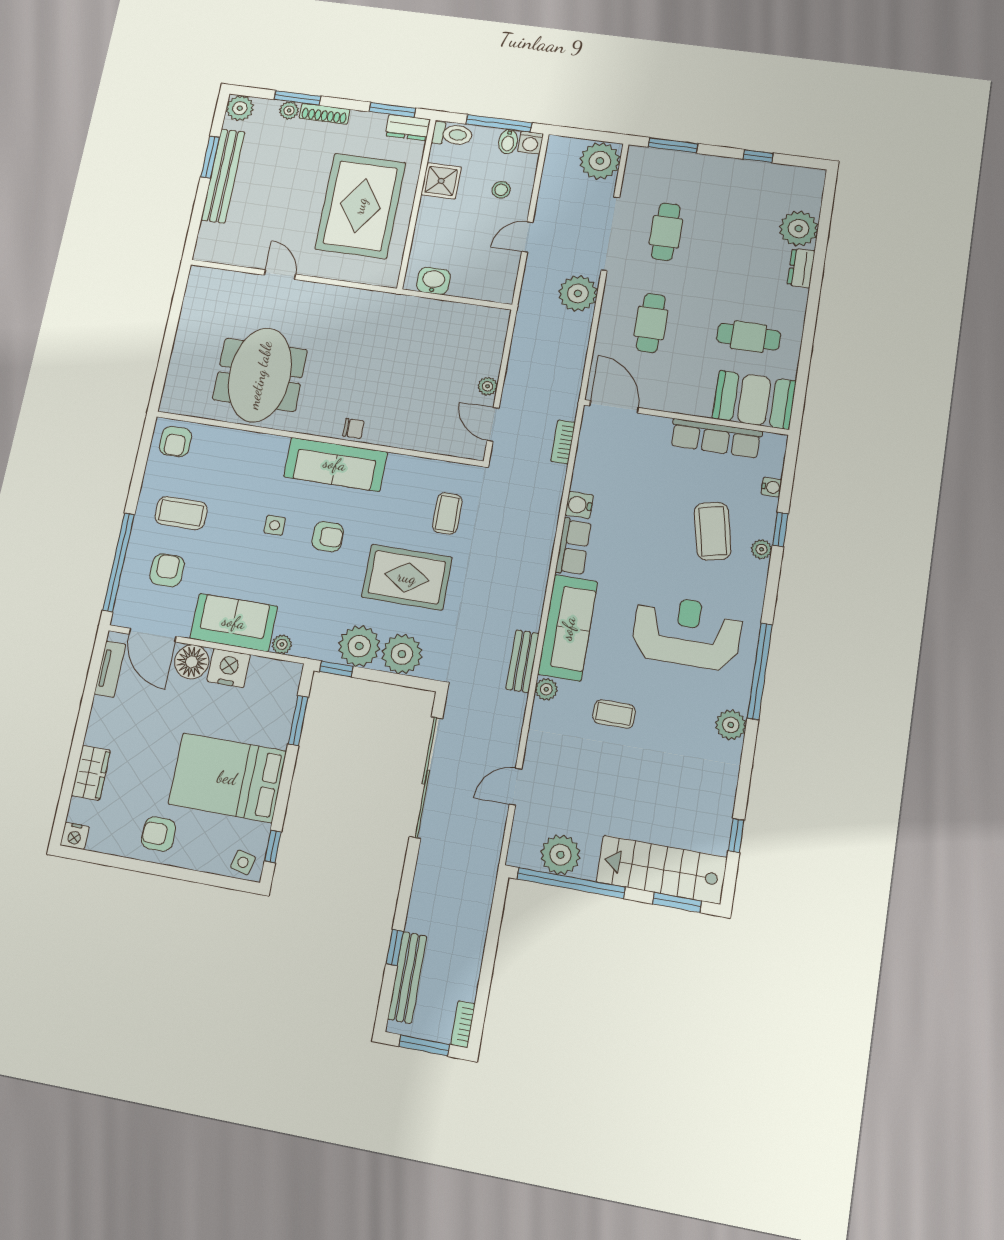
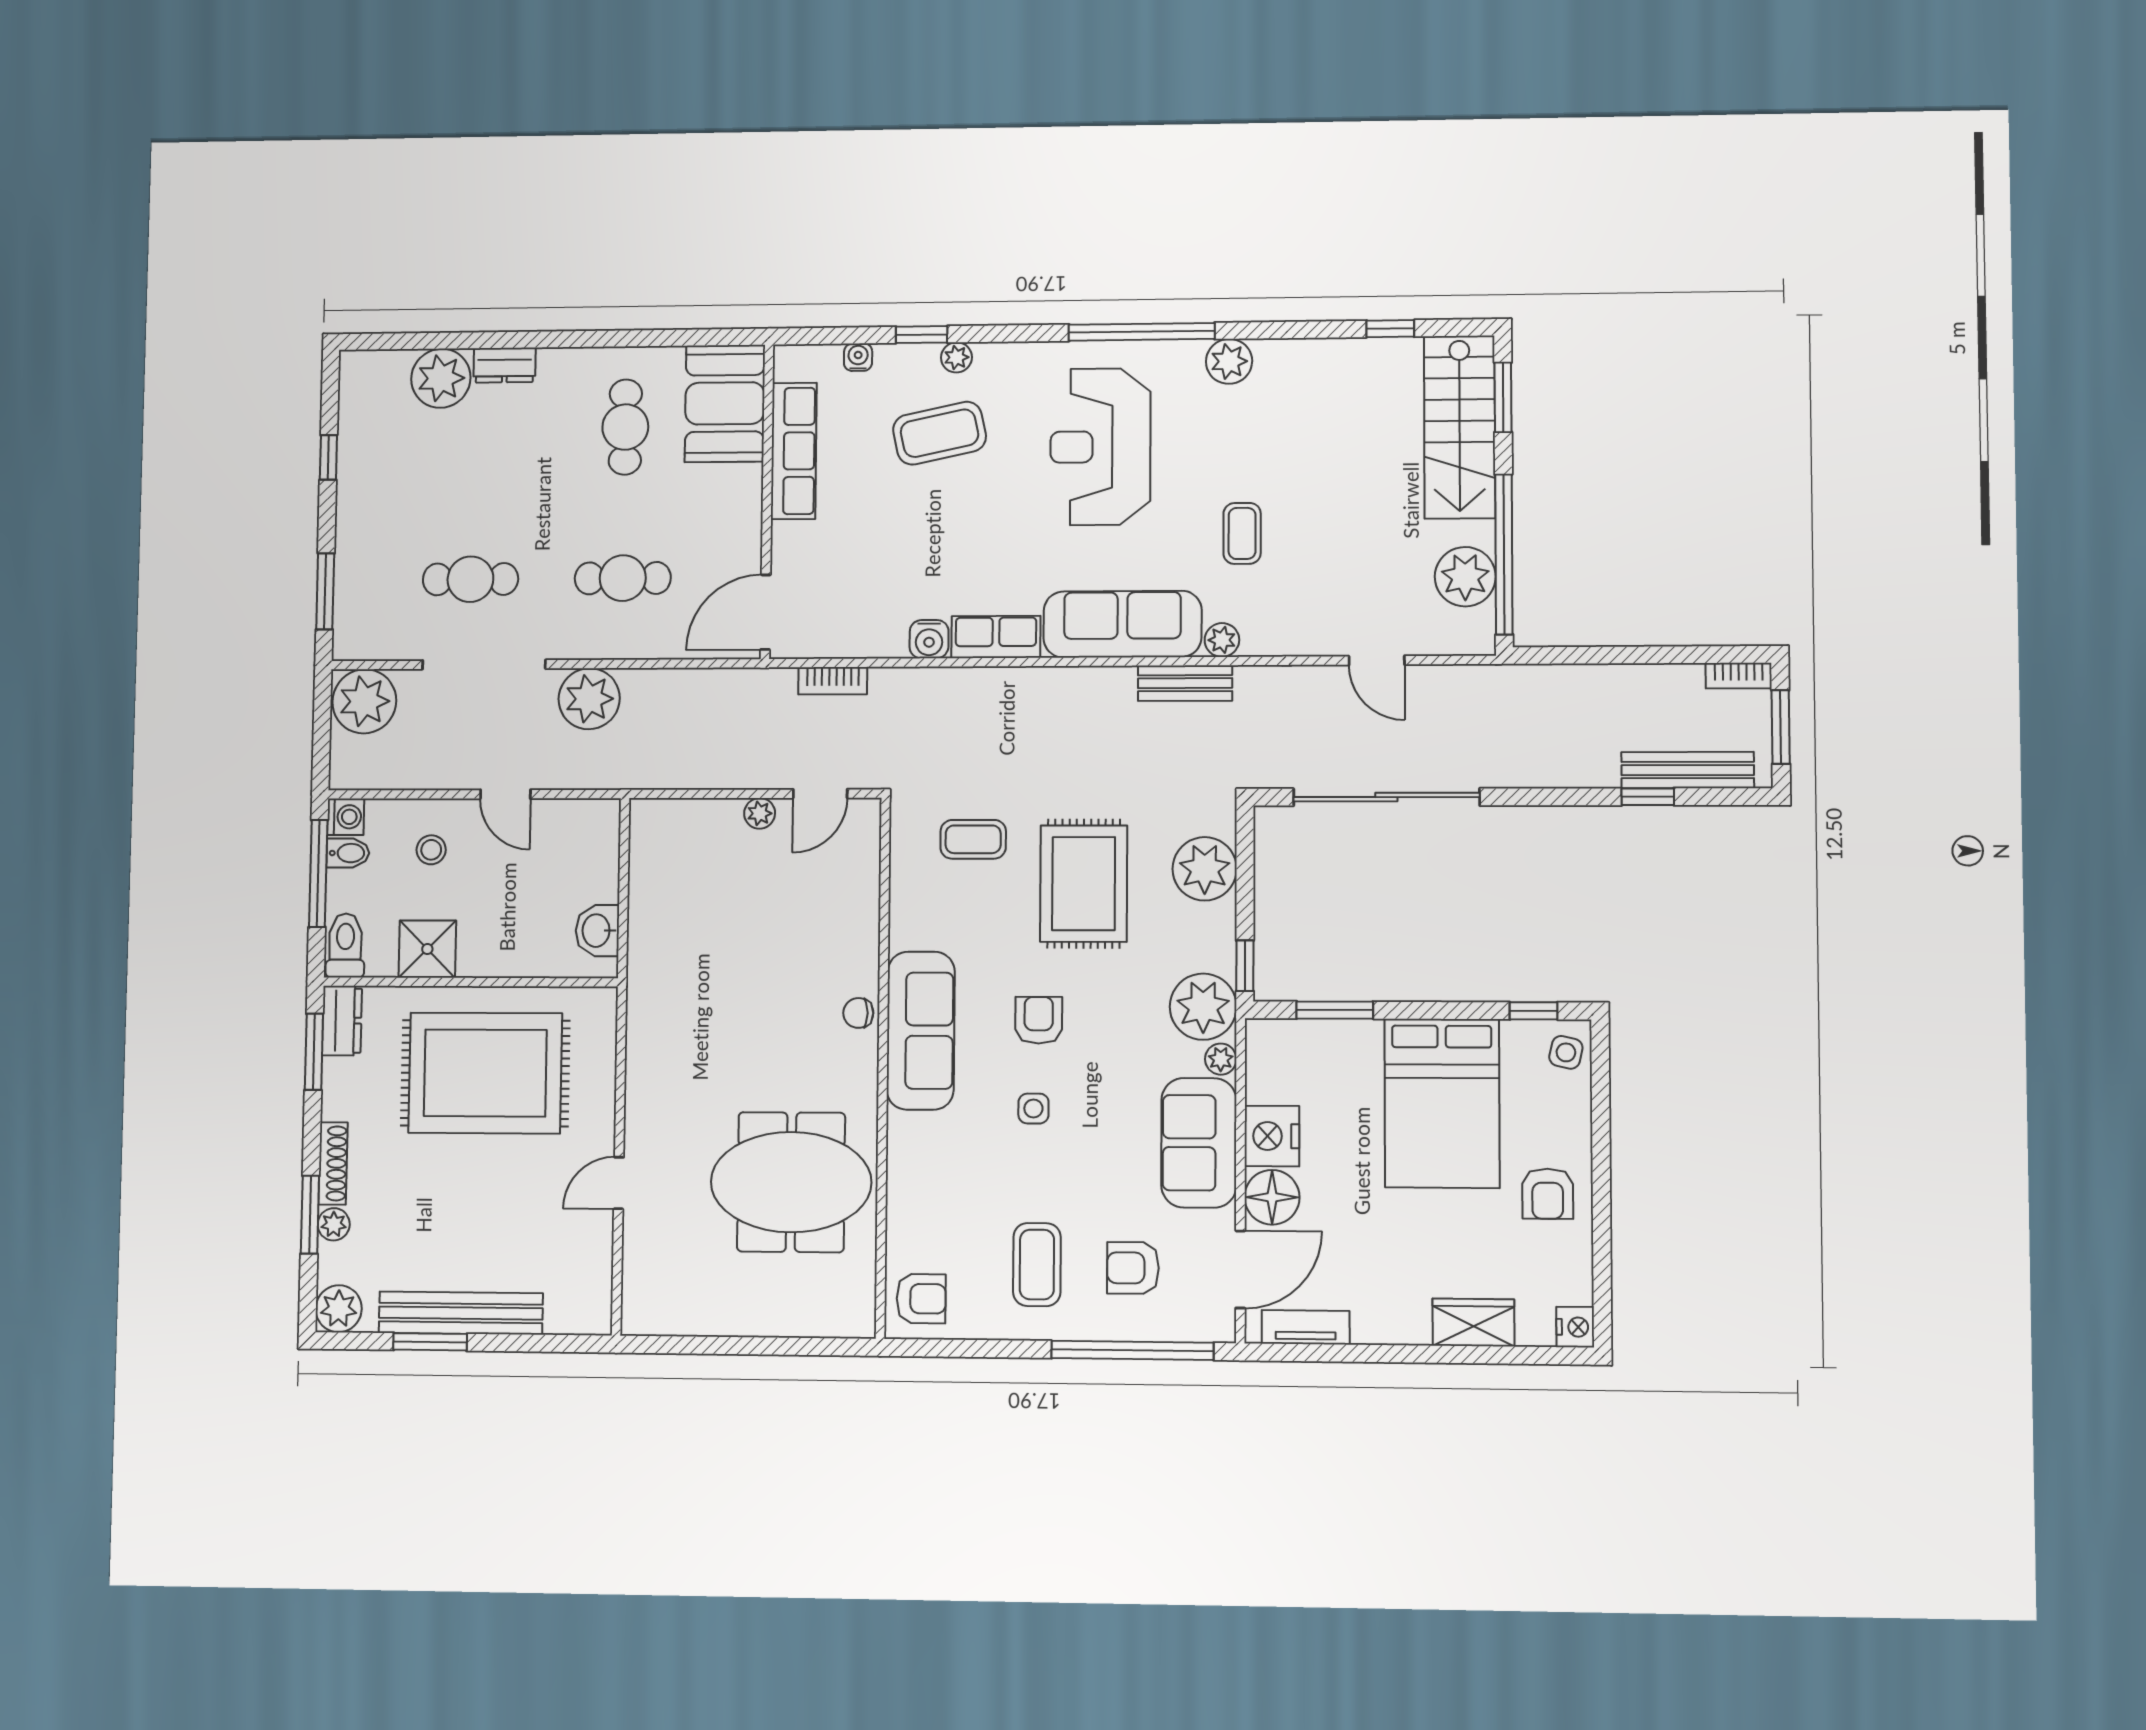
chair: (353, 429) -> (858, 1013), turned -90
plant: (359, 646) -> (1203, 1007), moved

